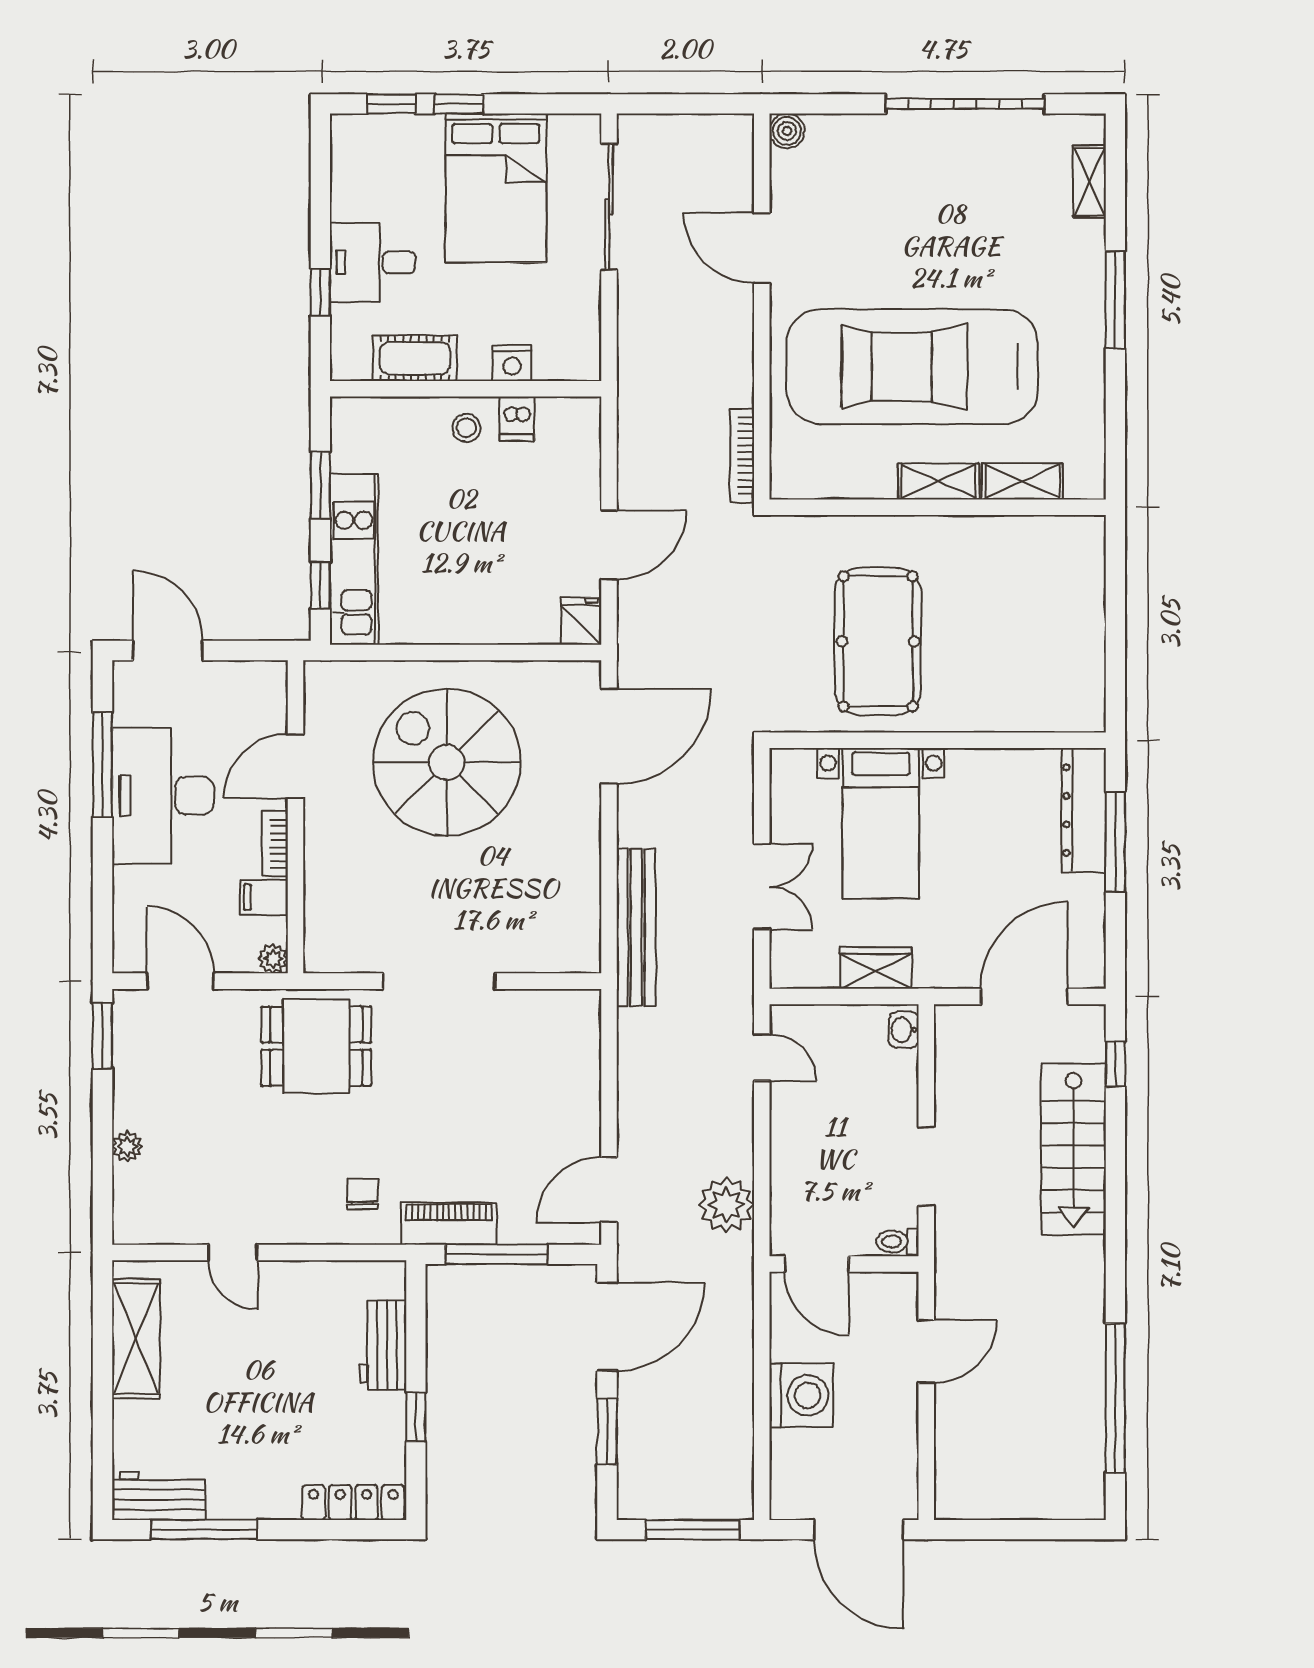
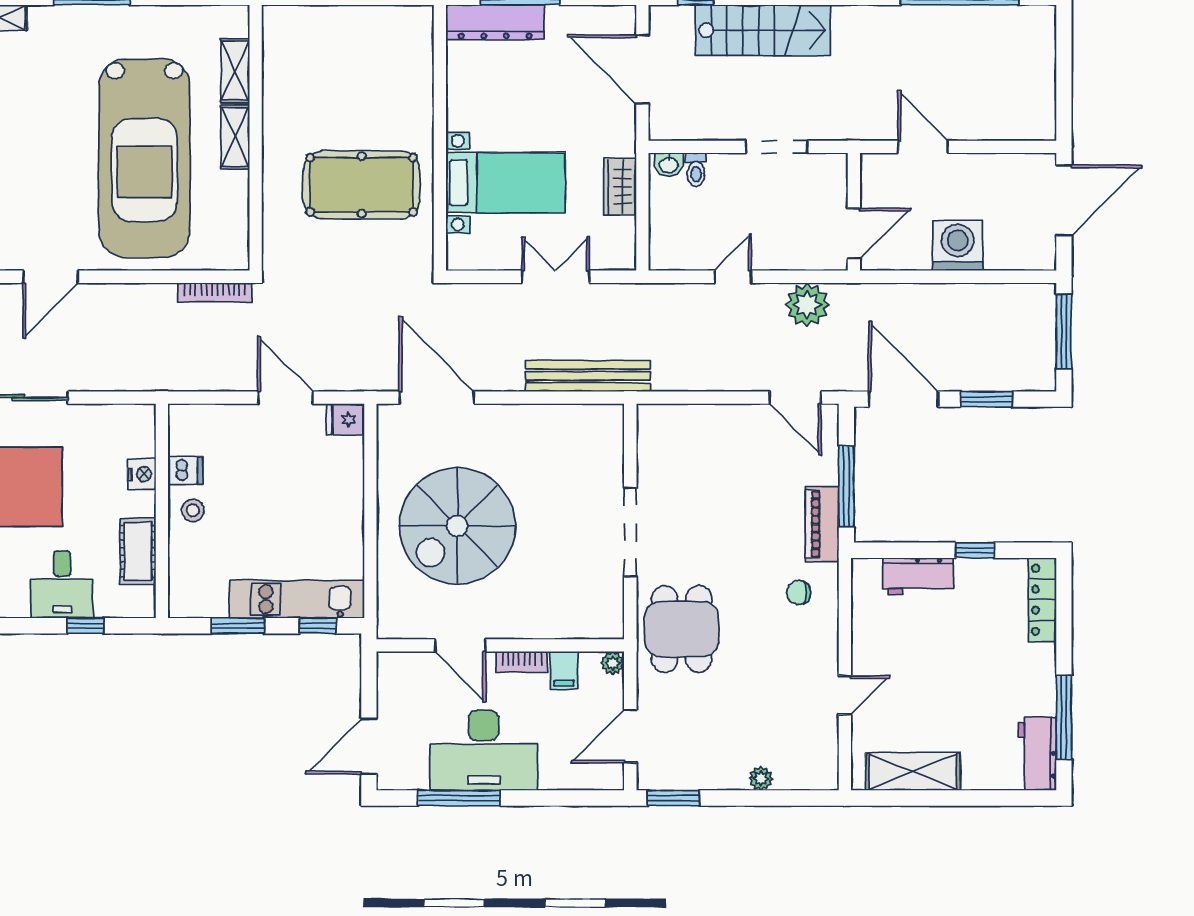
door: (762, 1057) -> (733, 277), moved
toilet: (897, 1242) -> (696, 170), moved

